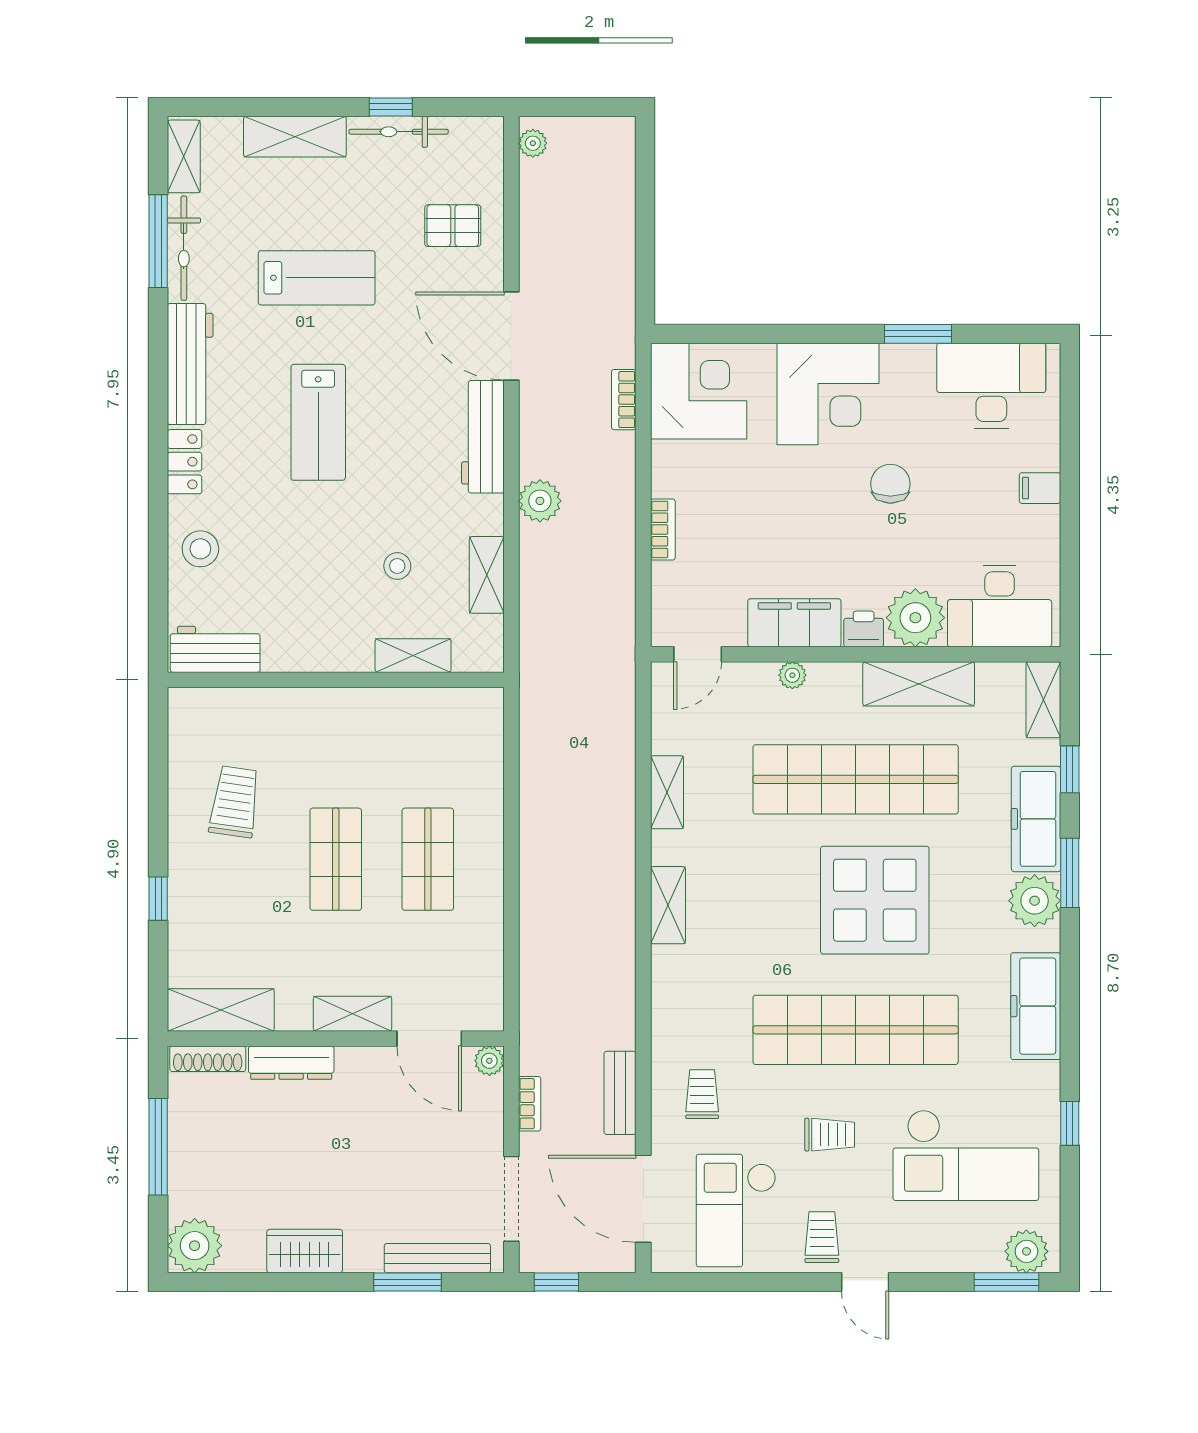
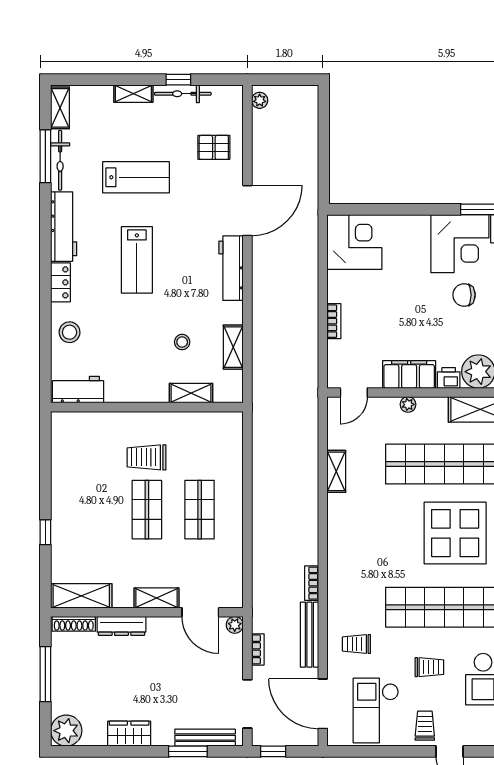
shelving: (295, 137) -> (133, 94), width x0.67, depth x0.75
door: (511, 336) -> (247, 211), swing flipped
corner desk: (828, 394) -> (460, 244), moved
bookcase: (624, 400) -> (312, 583), moved
chair: (890, 484) -> (464, 295), turned -90
plant: (540, 501) -> (264, 305), removed
trolley: (235, 802) -> (147, 457), moved, turned -98
shelving: (668, 905) -> (337, 536), removed
bench: (620, 1093) -> (309, 635), width x1.36
trolley: (702, 1094) -> (356, 644), turned -90

